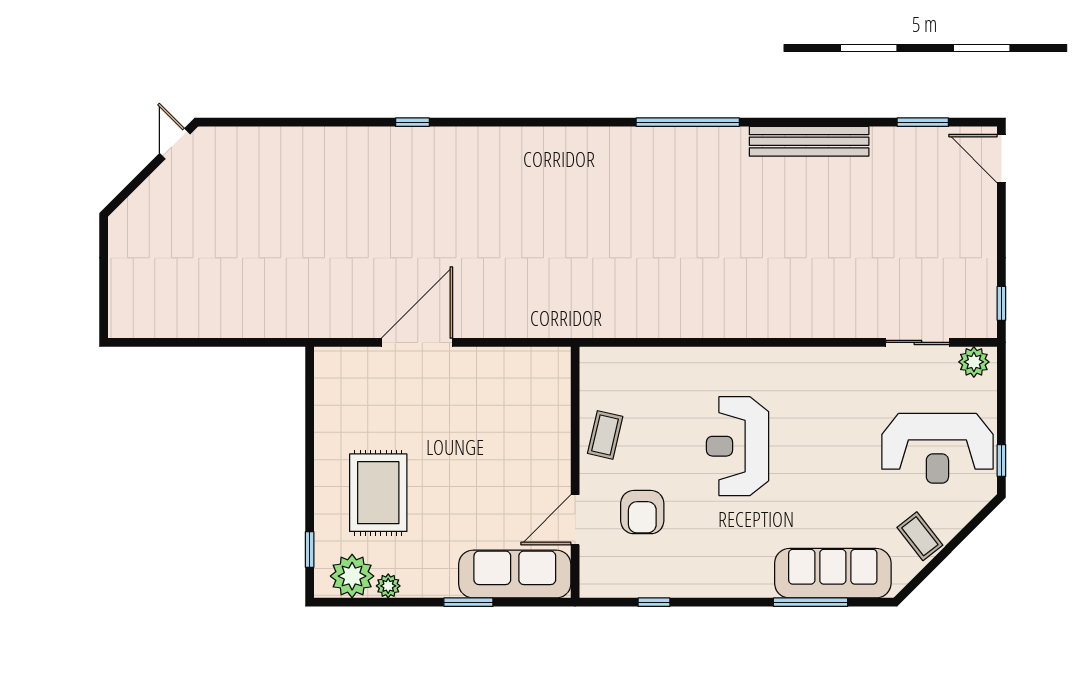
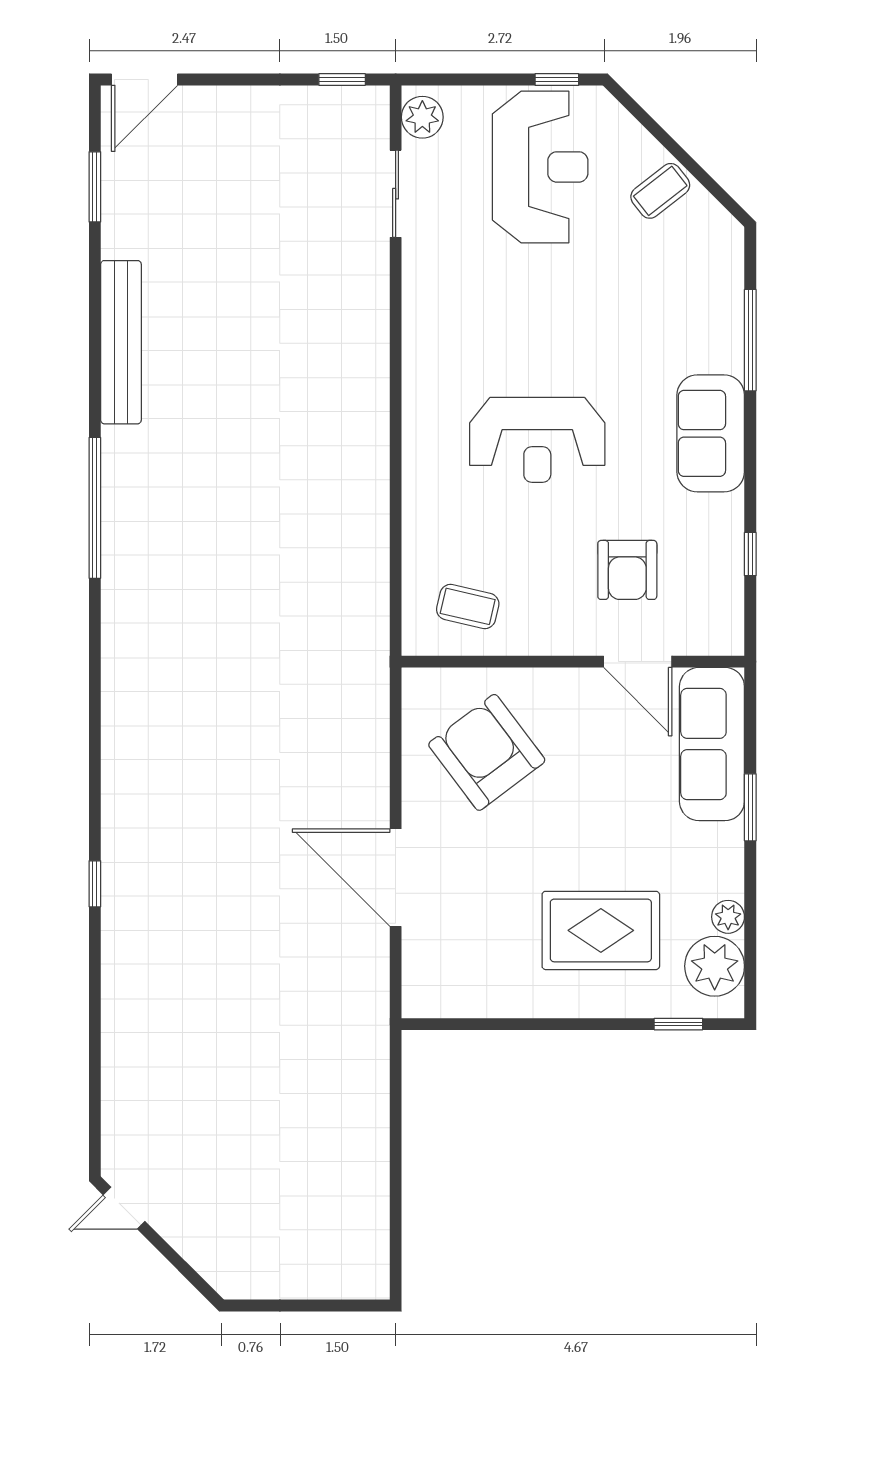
armchair: (509, 409) -> (487, 752), added
coffee table: (605, 435) -> (468, 606), moved
armchair: (642, 512) -> (627, 570), turned 90
sofa: (833, 573) -> (711, 433), moved, width x0.73

